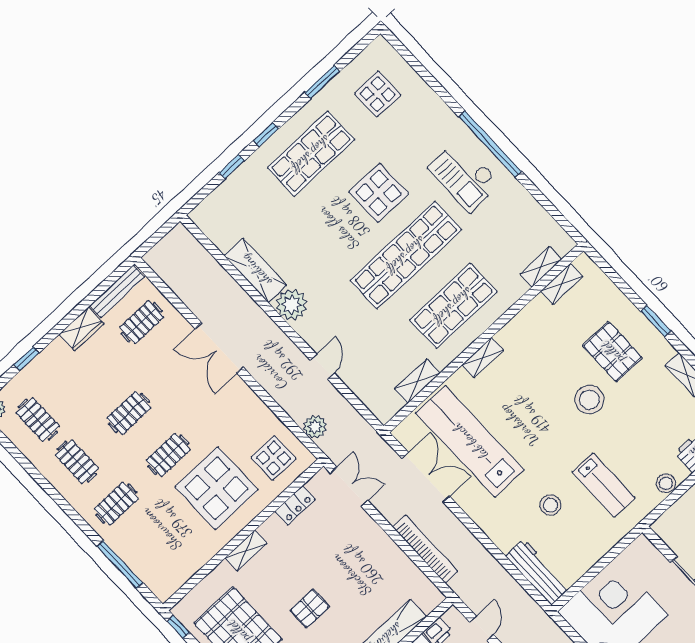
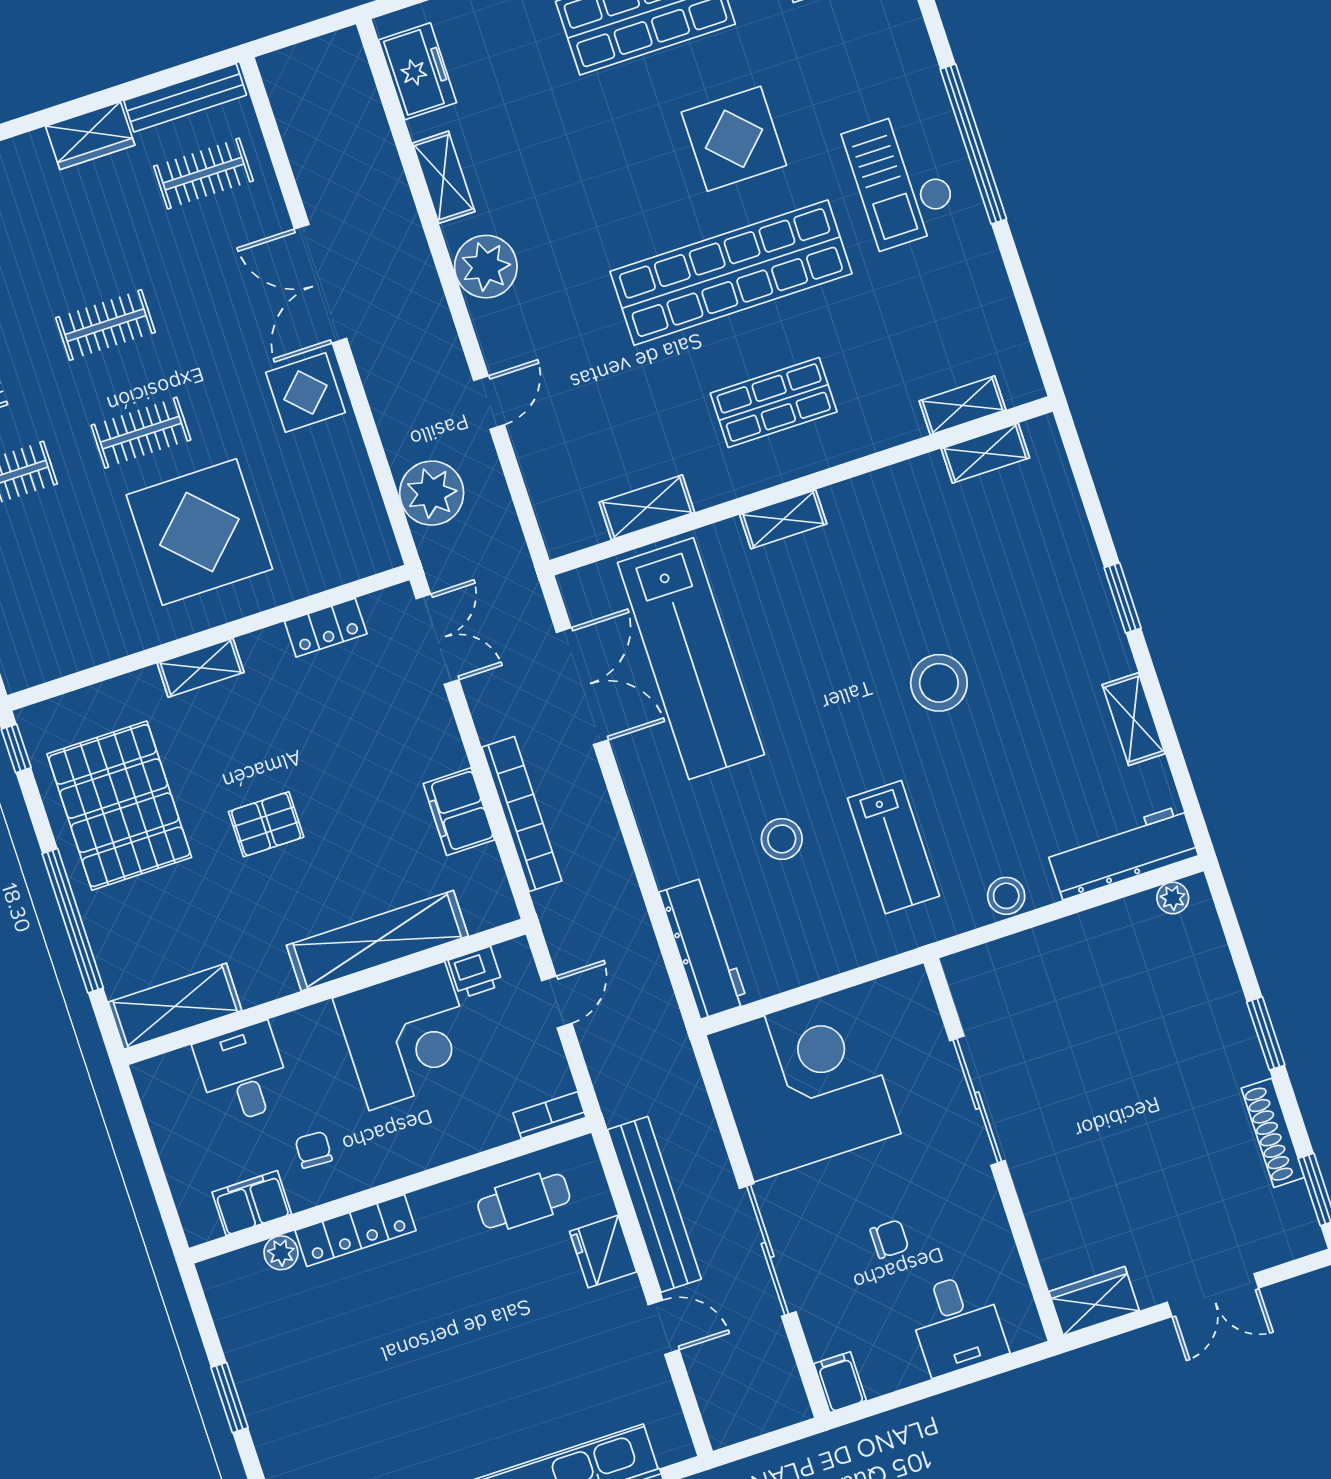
freezer: (218, 229) -> (418, 71), added
shelving: (256, 270) -> (444, 177), width x0.67, depth x0.75
shop shelf: (453, 306) -> (774, 403), width x0.70, depth x0.74
pallet: (612, 352) -> (1020, 617), removed
plant: (315, 427) -> (432, 493), width x1.36, depth x1.36
lab bench: (470, 441) -> (691, 659), turned 180
display table: (274, 458) -> (305, 392), moved
filing cabinet: (396, 562) -> (459, 812), added

